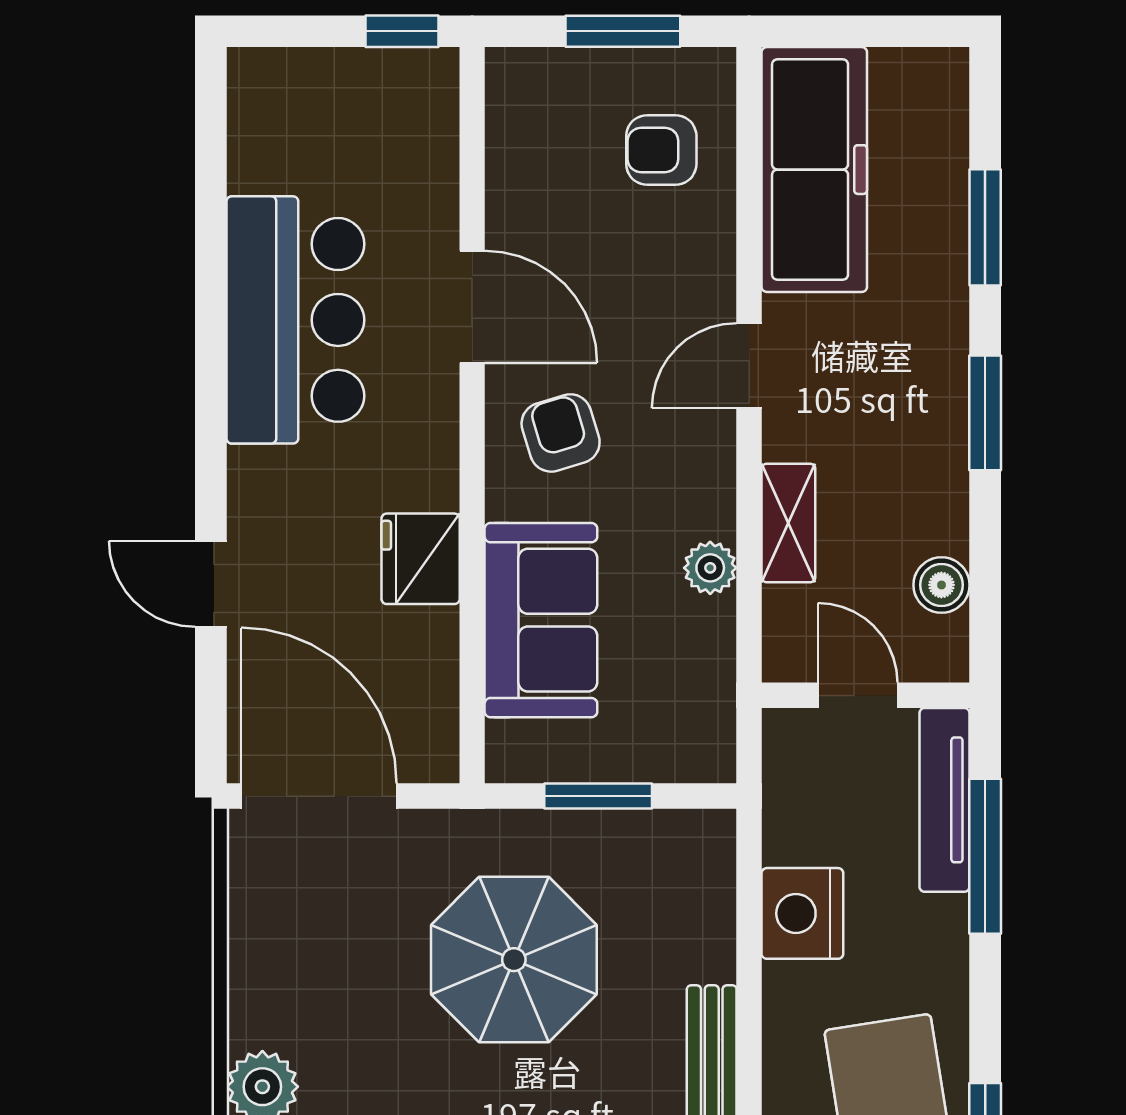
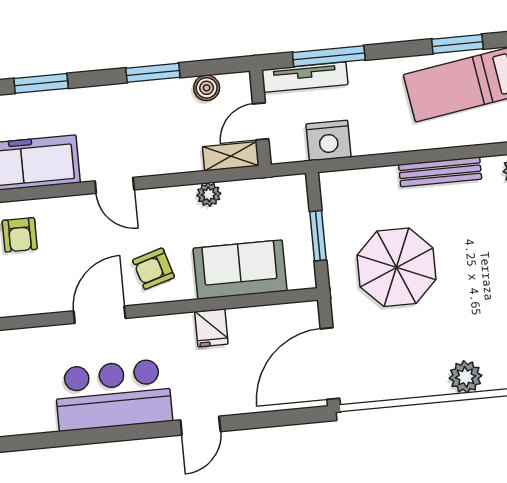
window: (985, 413) -> (153, 73), moved
shelving: (788, 523) -> (231, 156), moved
fridge: (421, 559) -> (211, 328), width x0.72
door: (211, 584) -> (200, 426), moved
nightstand: (802, 913) -> (328, 141), moved

